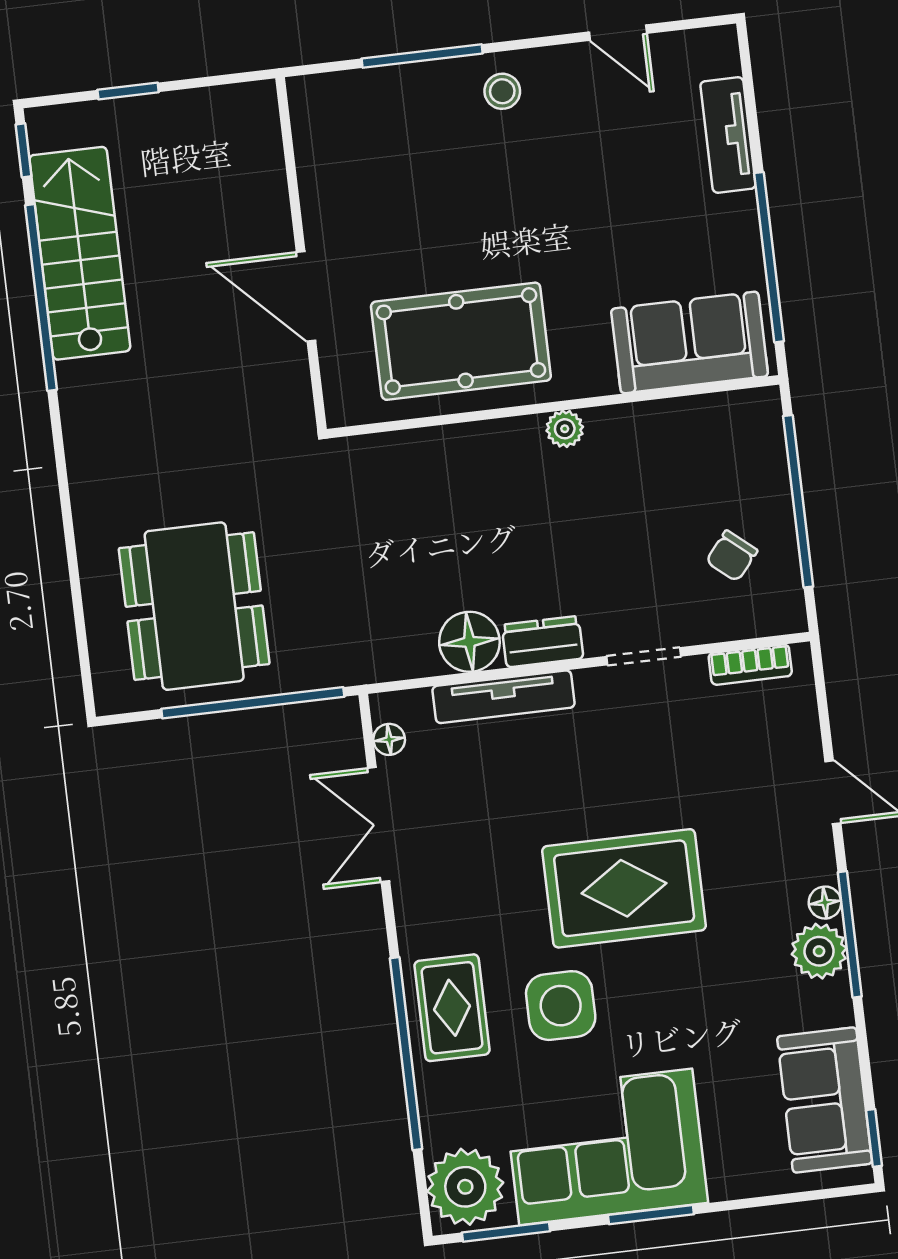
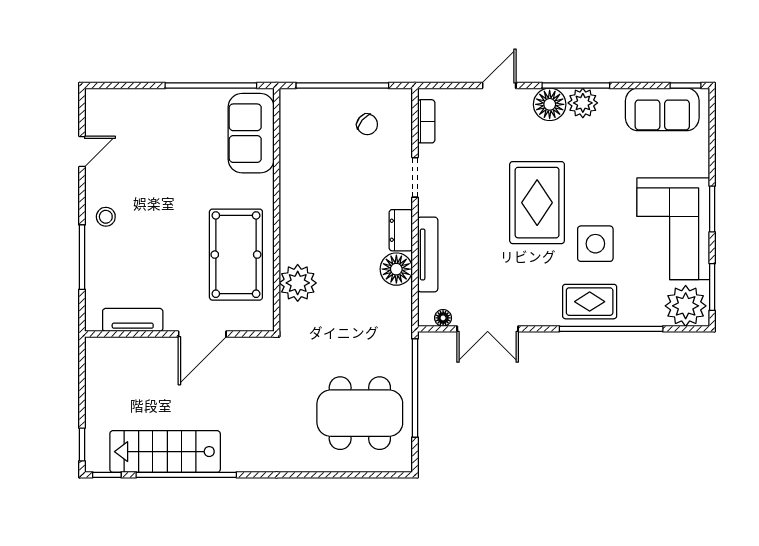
window: (128, 91) -> (82, 445), moved
tv unit: (728, 135) -> (133, 320), moved, turned 180
plant: (565, 429) -> (298, 283), moved, width x1.87, depth x1.87
floor lamp: (825, 903) -> (550, 104), width x1.89, depth x1.89

